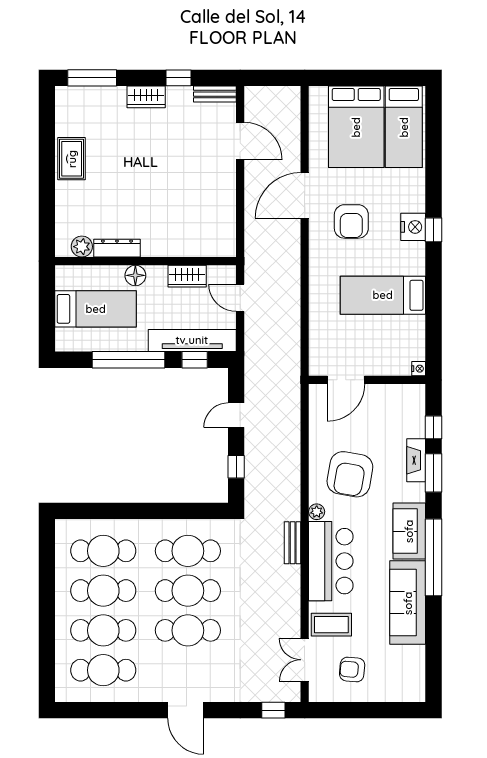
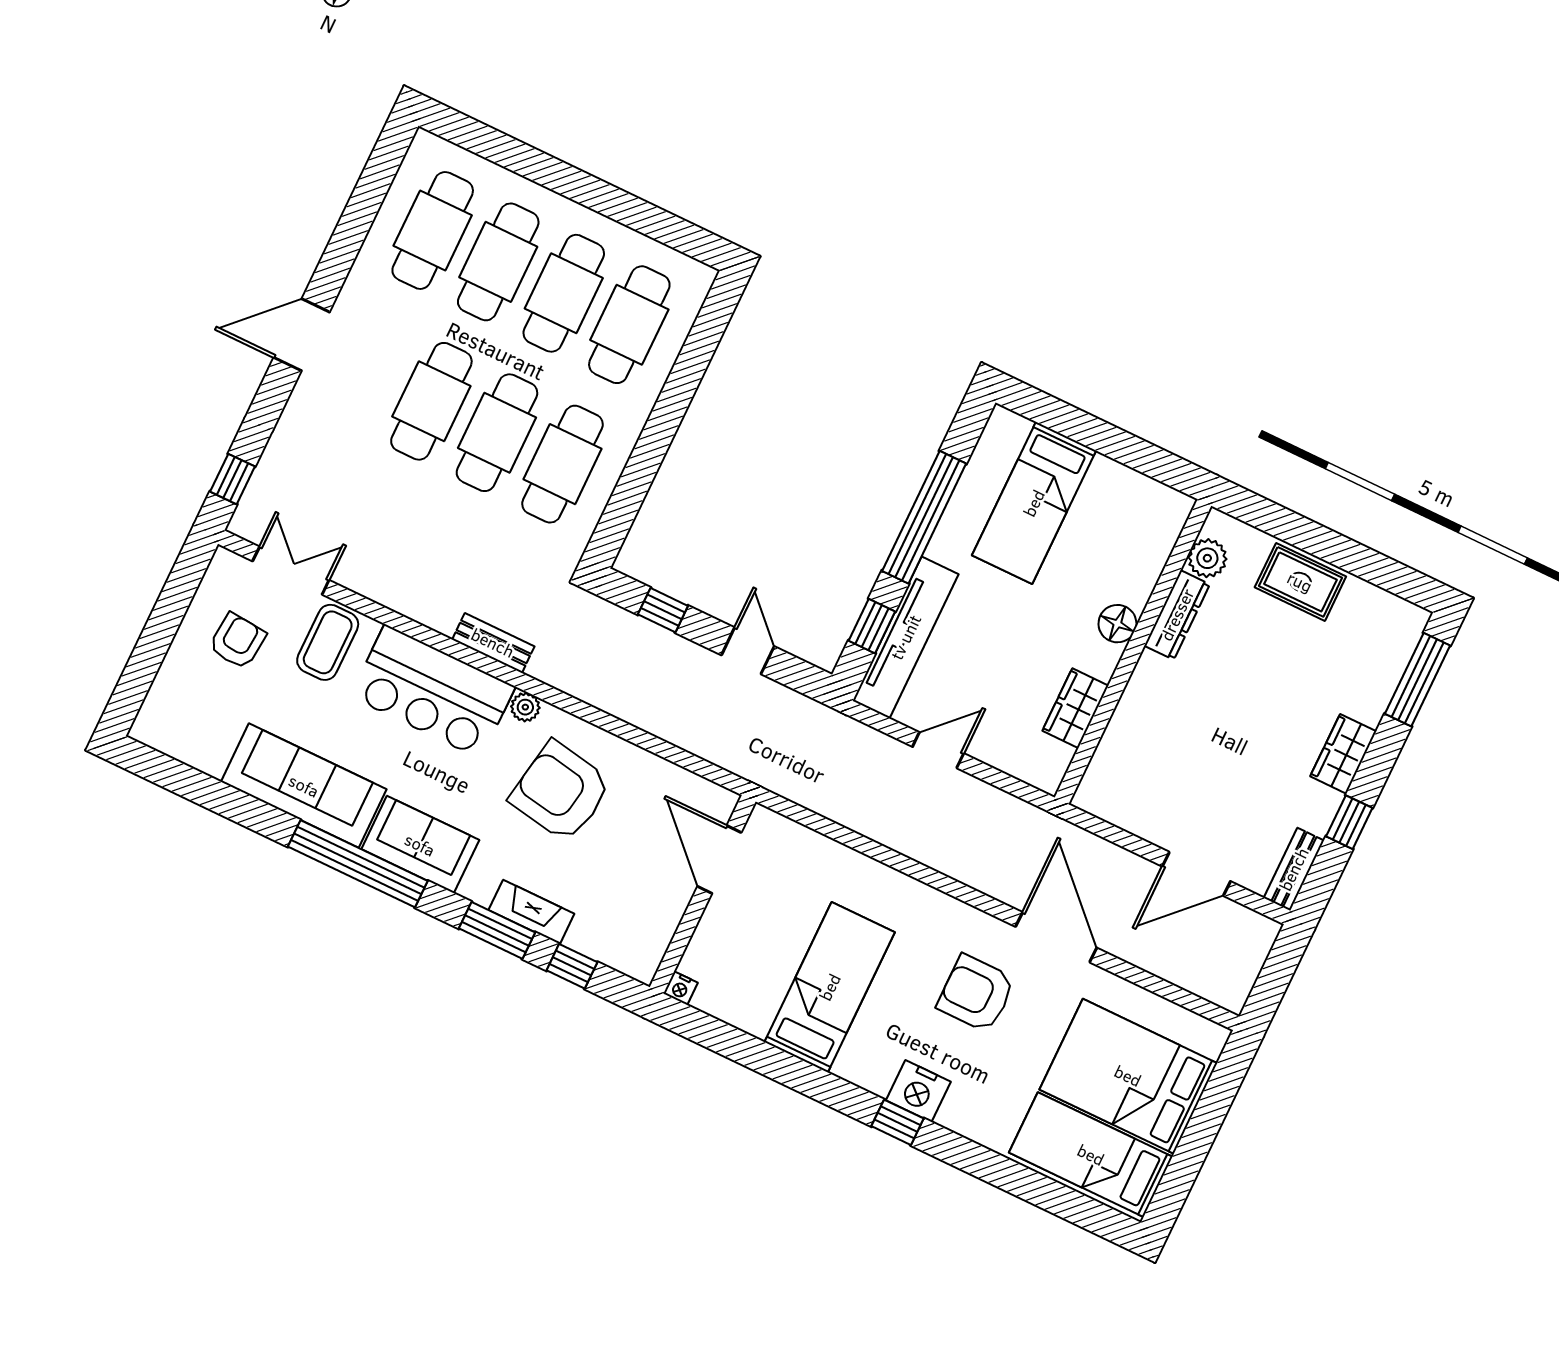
plant: (82, 247) -> (1207, 558), moved
dresser: (117, 248) -> (1177, 615), moved
wall: (146, 261) -> (1133, 652), moved
floor lamp: (135, 275) -> (1117, 624), moved
wardrobe: (187, 276) -> (1075, 708), moved

